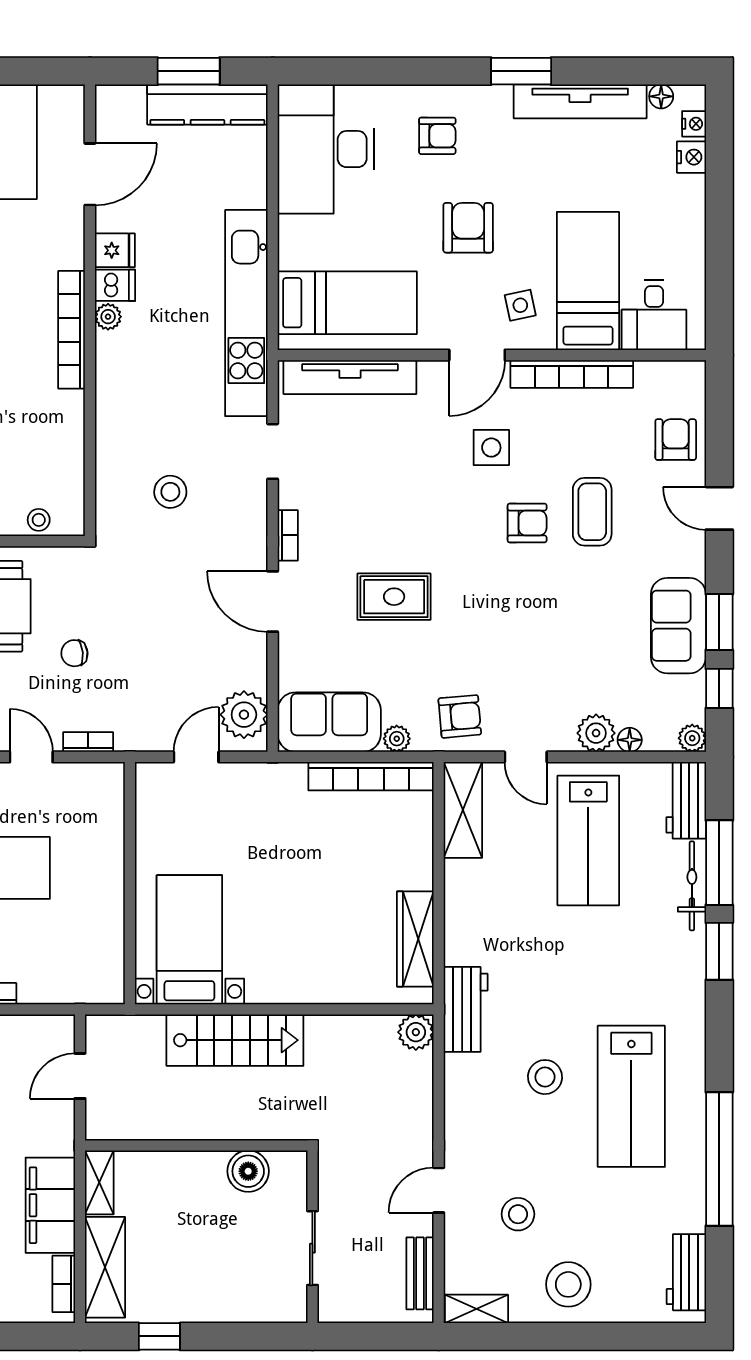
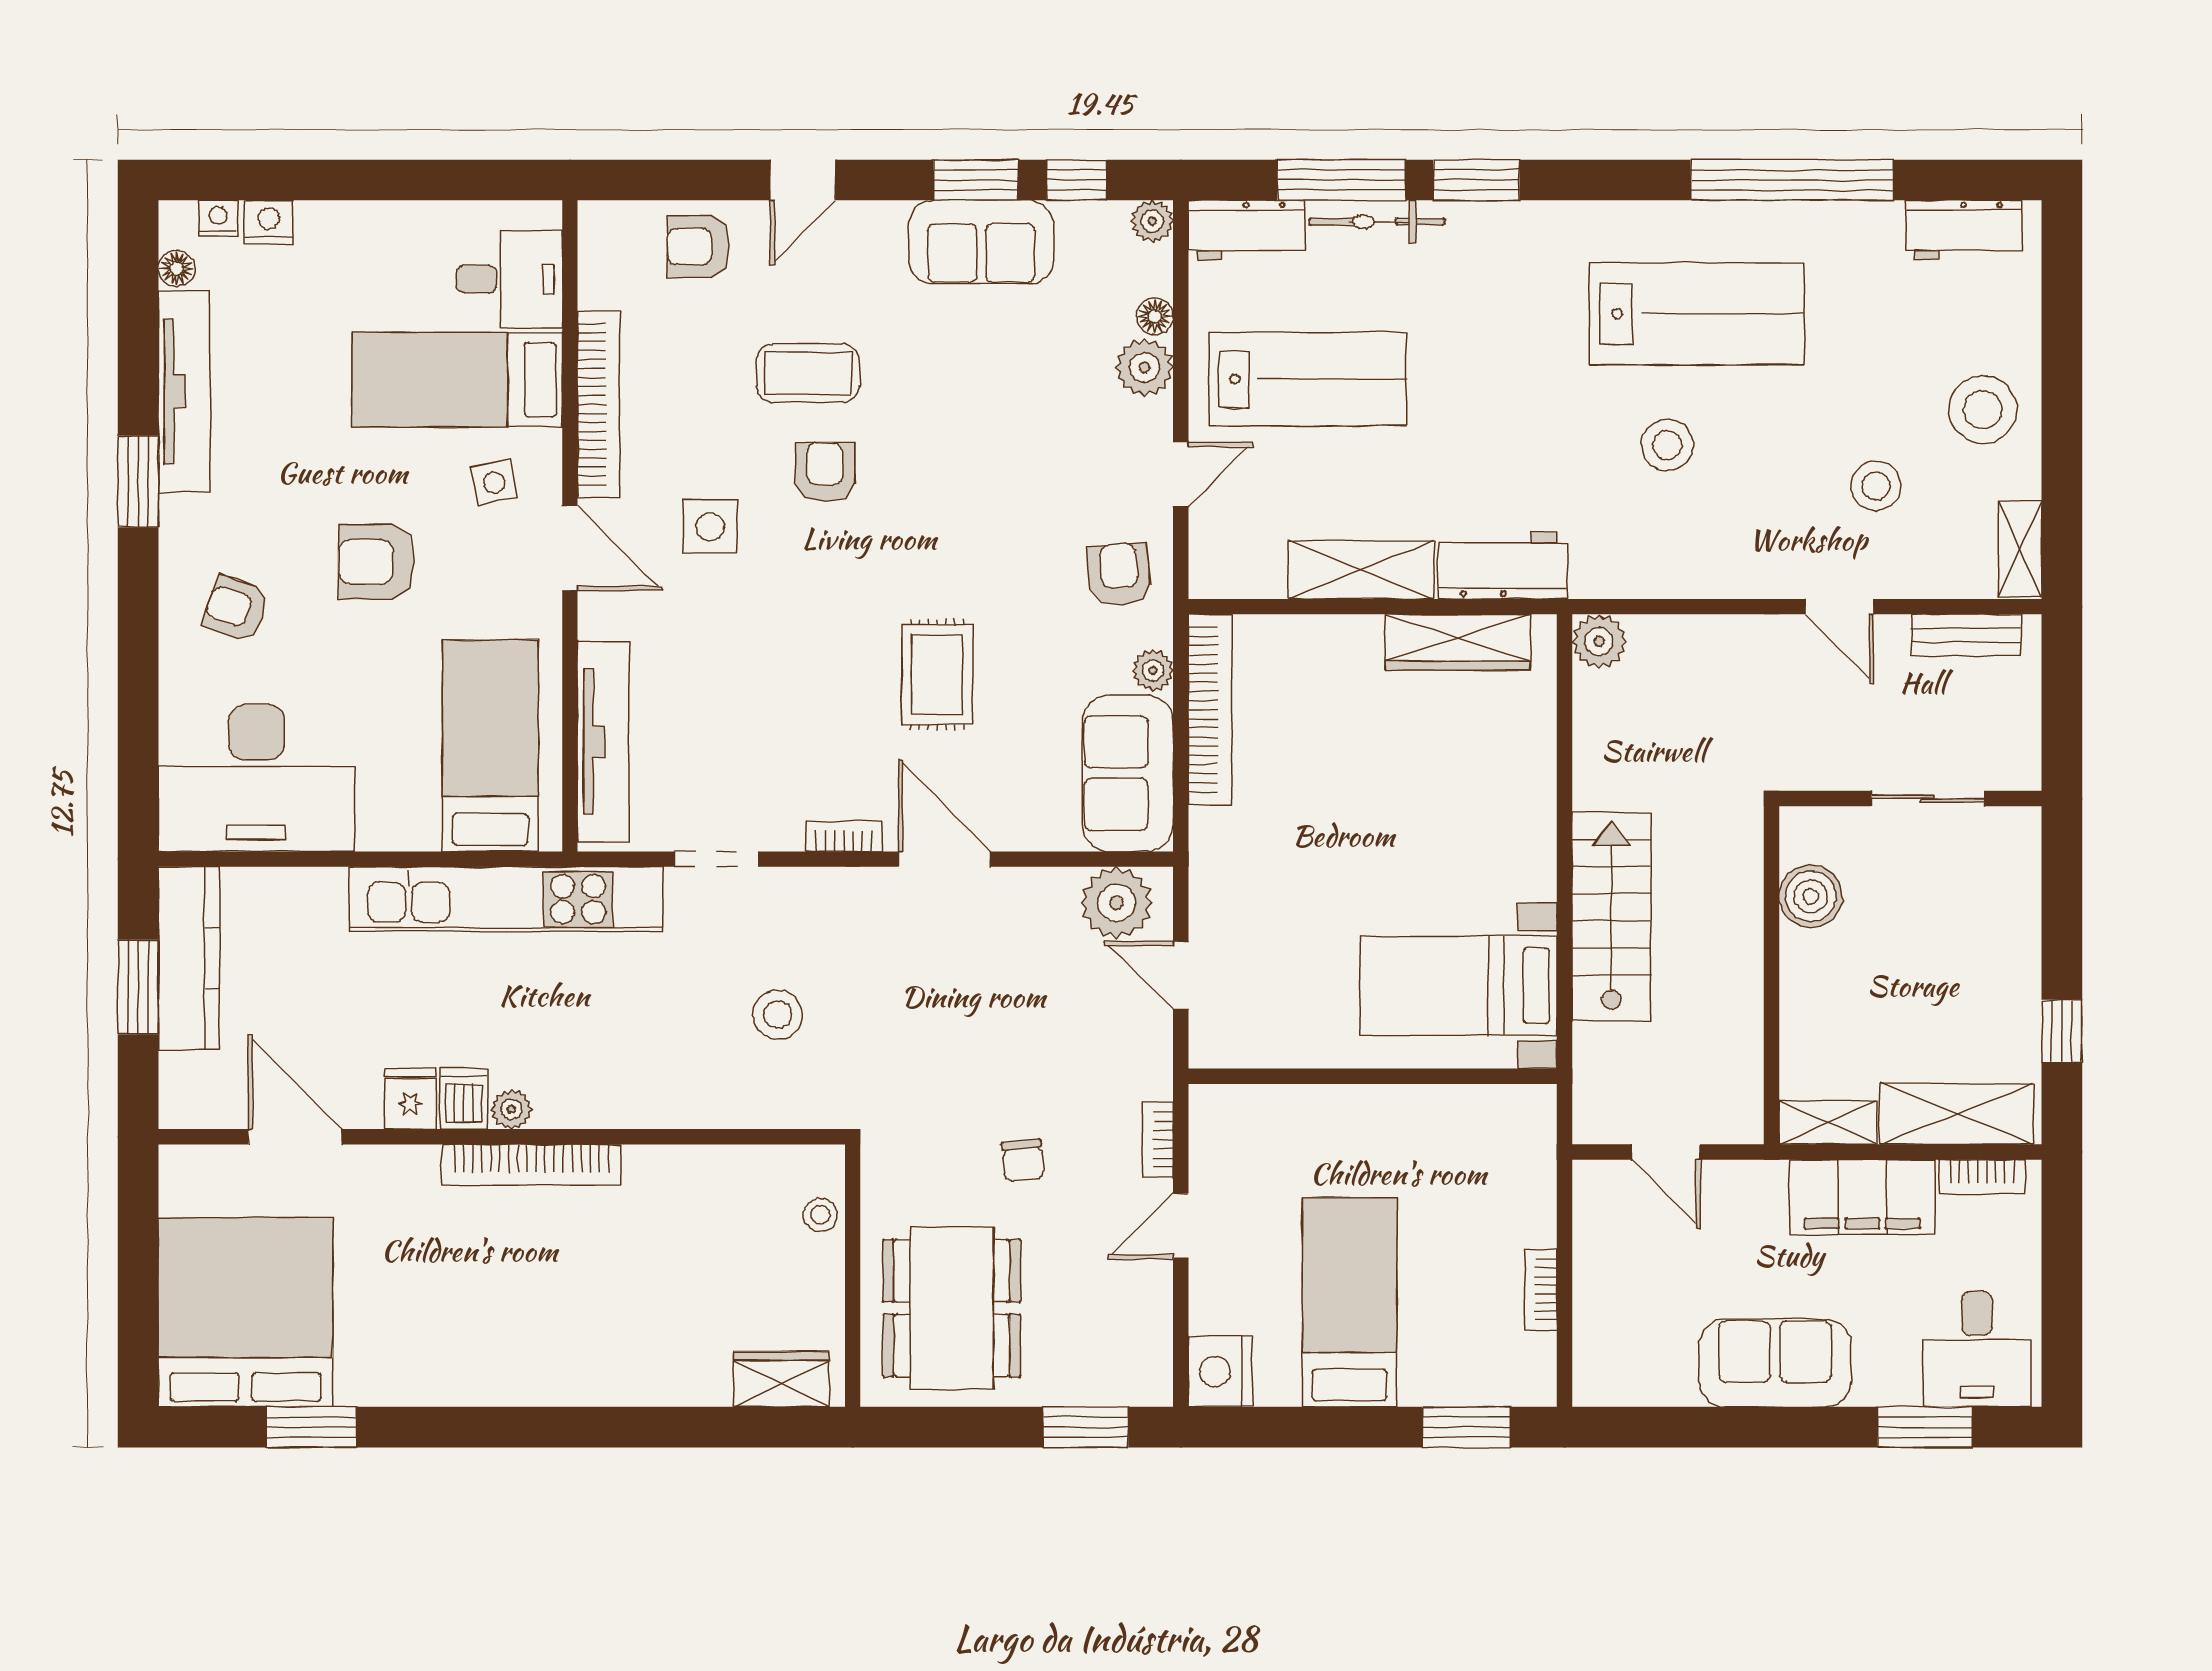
armchair: (437, 136) -> (236, 609), turned -71
door: (273, 602) -> (944, 859), swing flipped
shelving: (463, 810) -> (1361, 570), moved
workbench: (466, 1009) -> (1503, 566), moved

